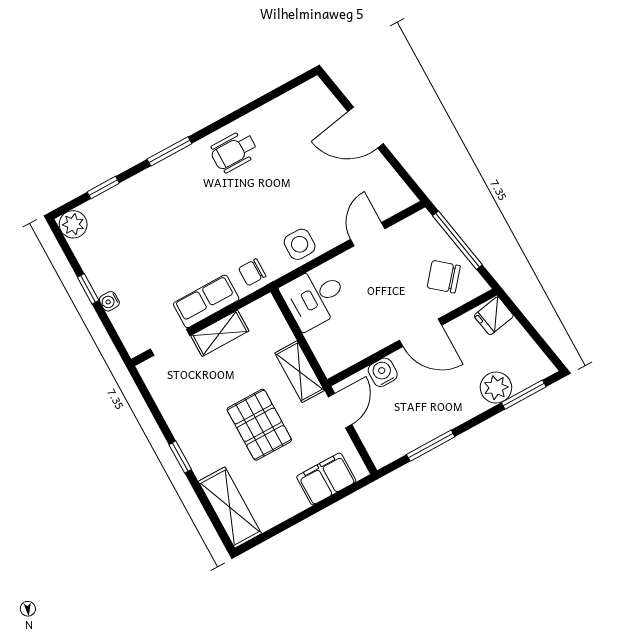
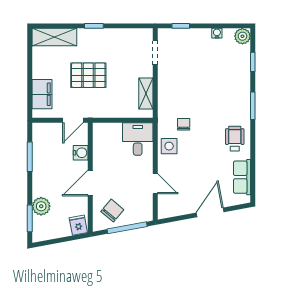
chair: (252, 272) -> (184, 124), moved
window: (88, 289) -> (181, 26), moved
water cooler: (109, 301) -> (217, 33), moved
row of seats: (206, 301) -> (242, 177), moved, turned 180
shelving: (220, 333) -> (146, 93), moved
shelving: (300, 372) -> (104, 111), removed
door: (340, 411) -> (73, 120), hinge flipped

